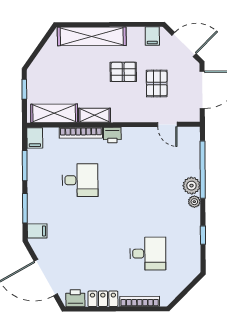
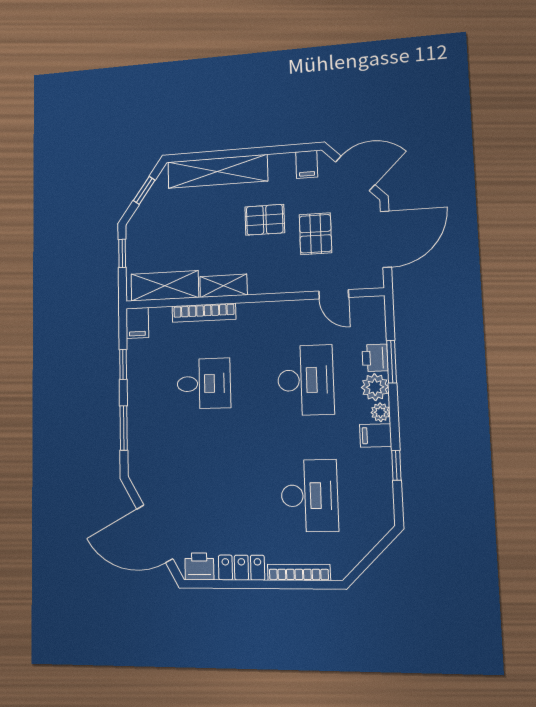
window: (40, 46) -> (144, 190), added
printer: (112, 135) -> (375, 358), moved, turned 90
window: (25, 166) -> (123, 364), width x0.67
window: (203, 170) -> (392, 362), width x0.47
desk: (147, 180) -> (306, 380), added
filing cabinet: (37, 231) -> (376, 435), moved, turned 180
desk: (148, 254) -> (310, 496), width x1.37

